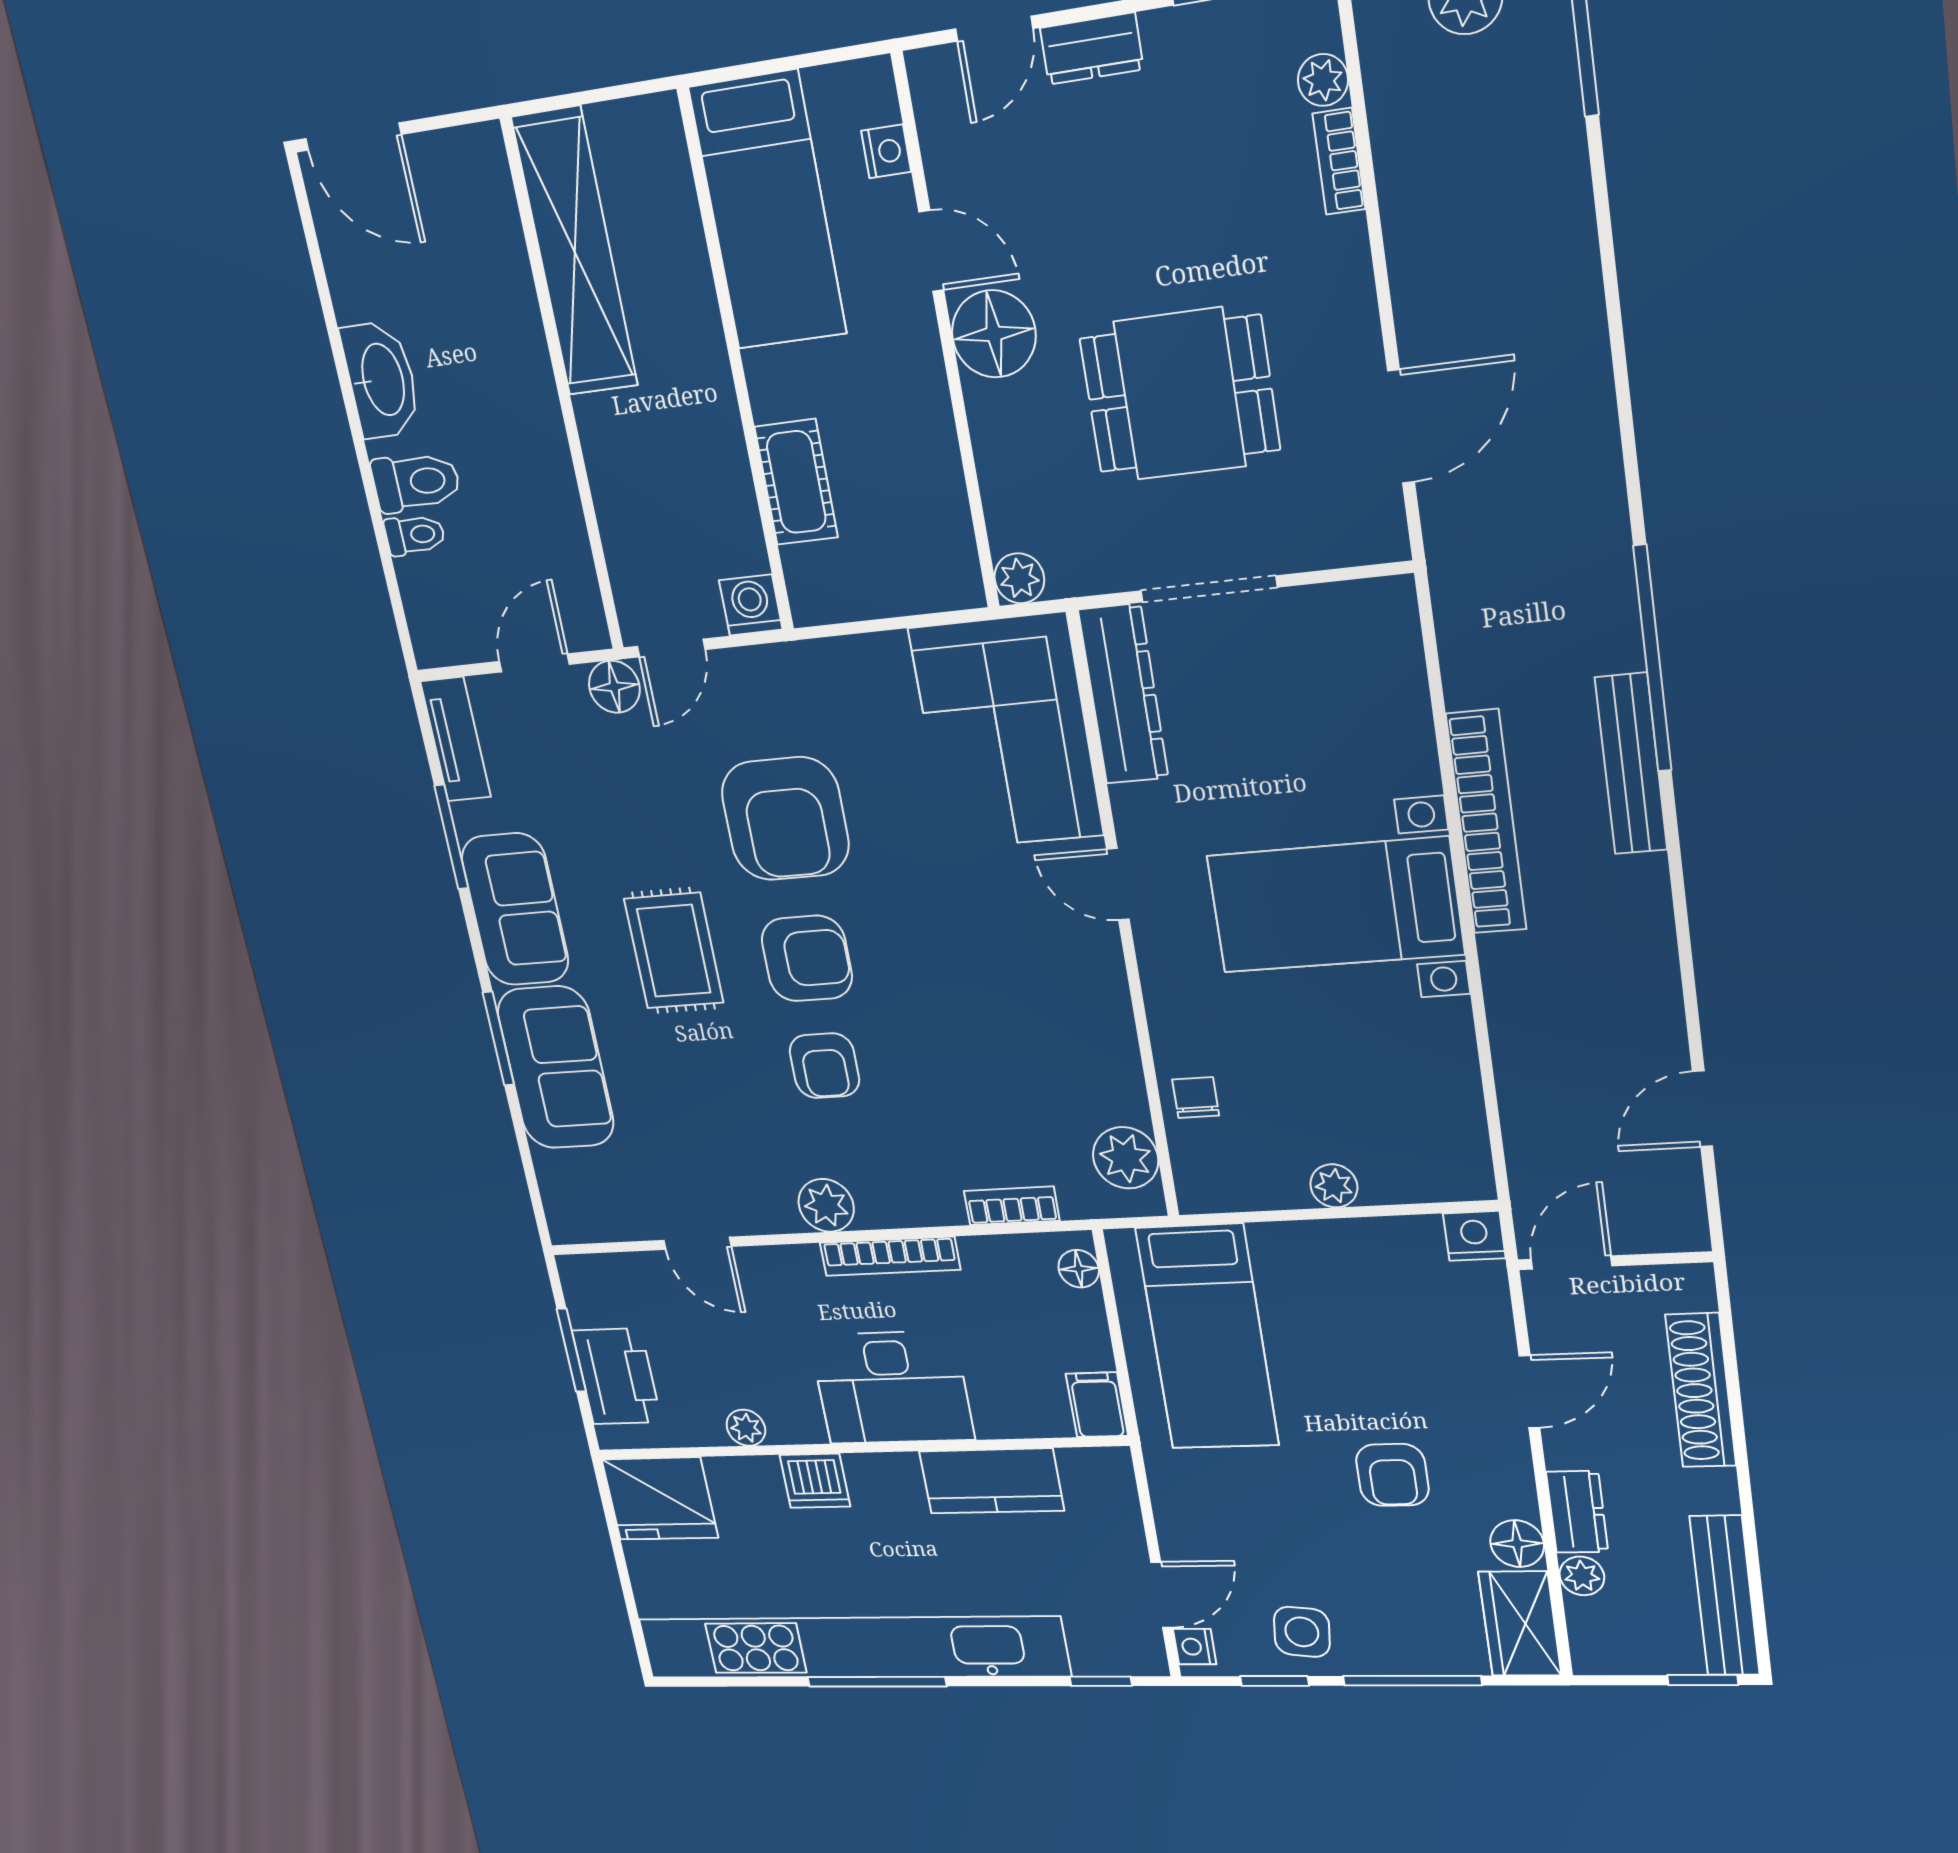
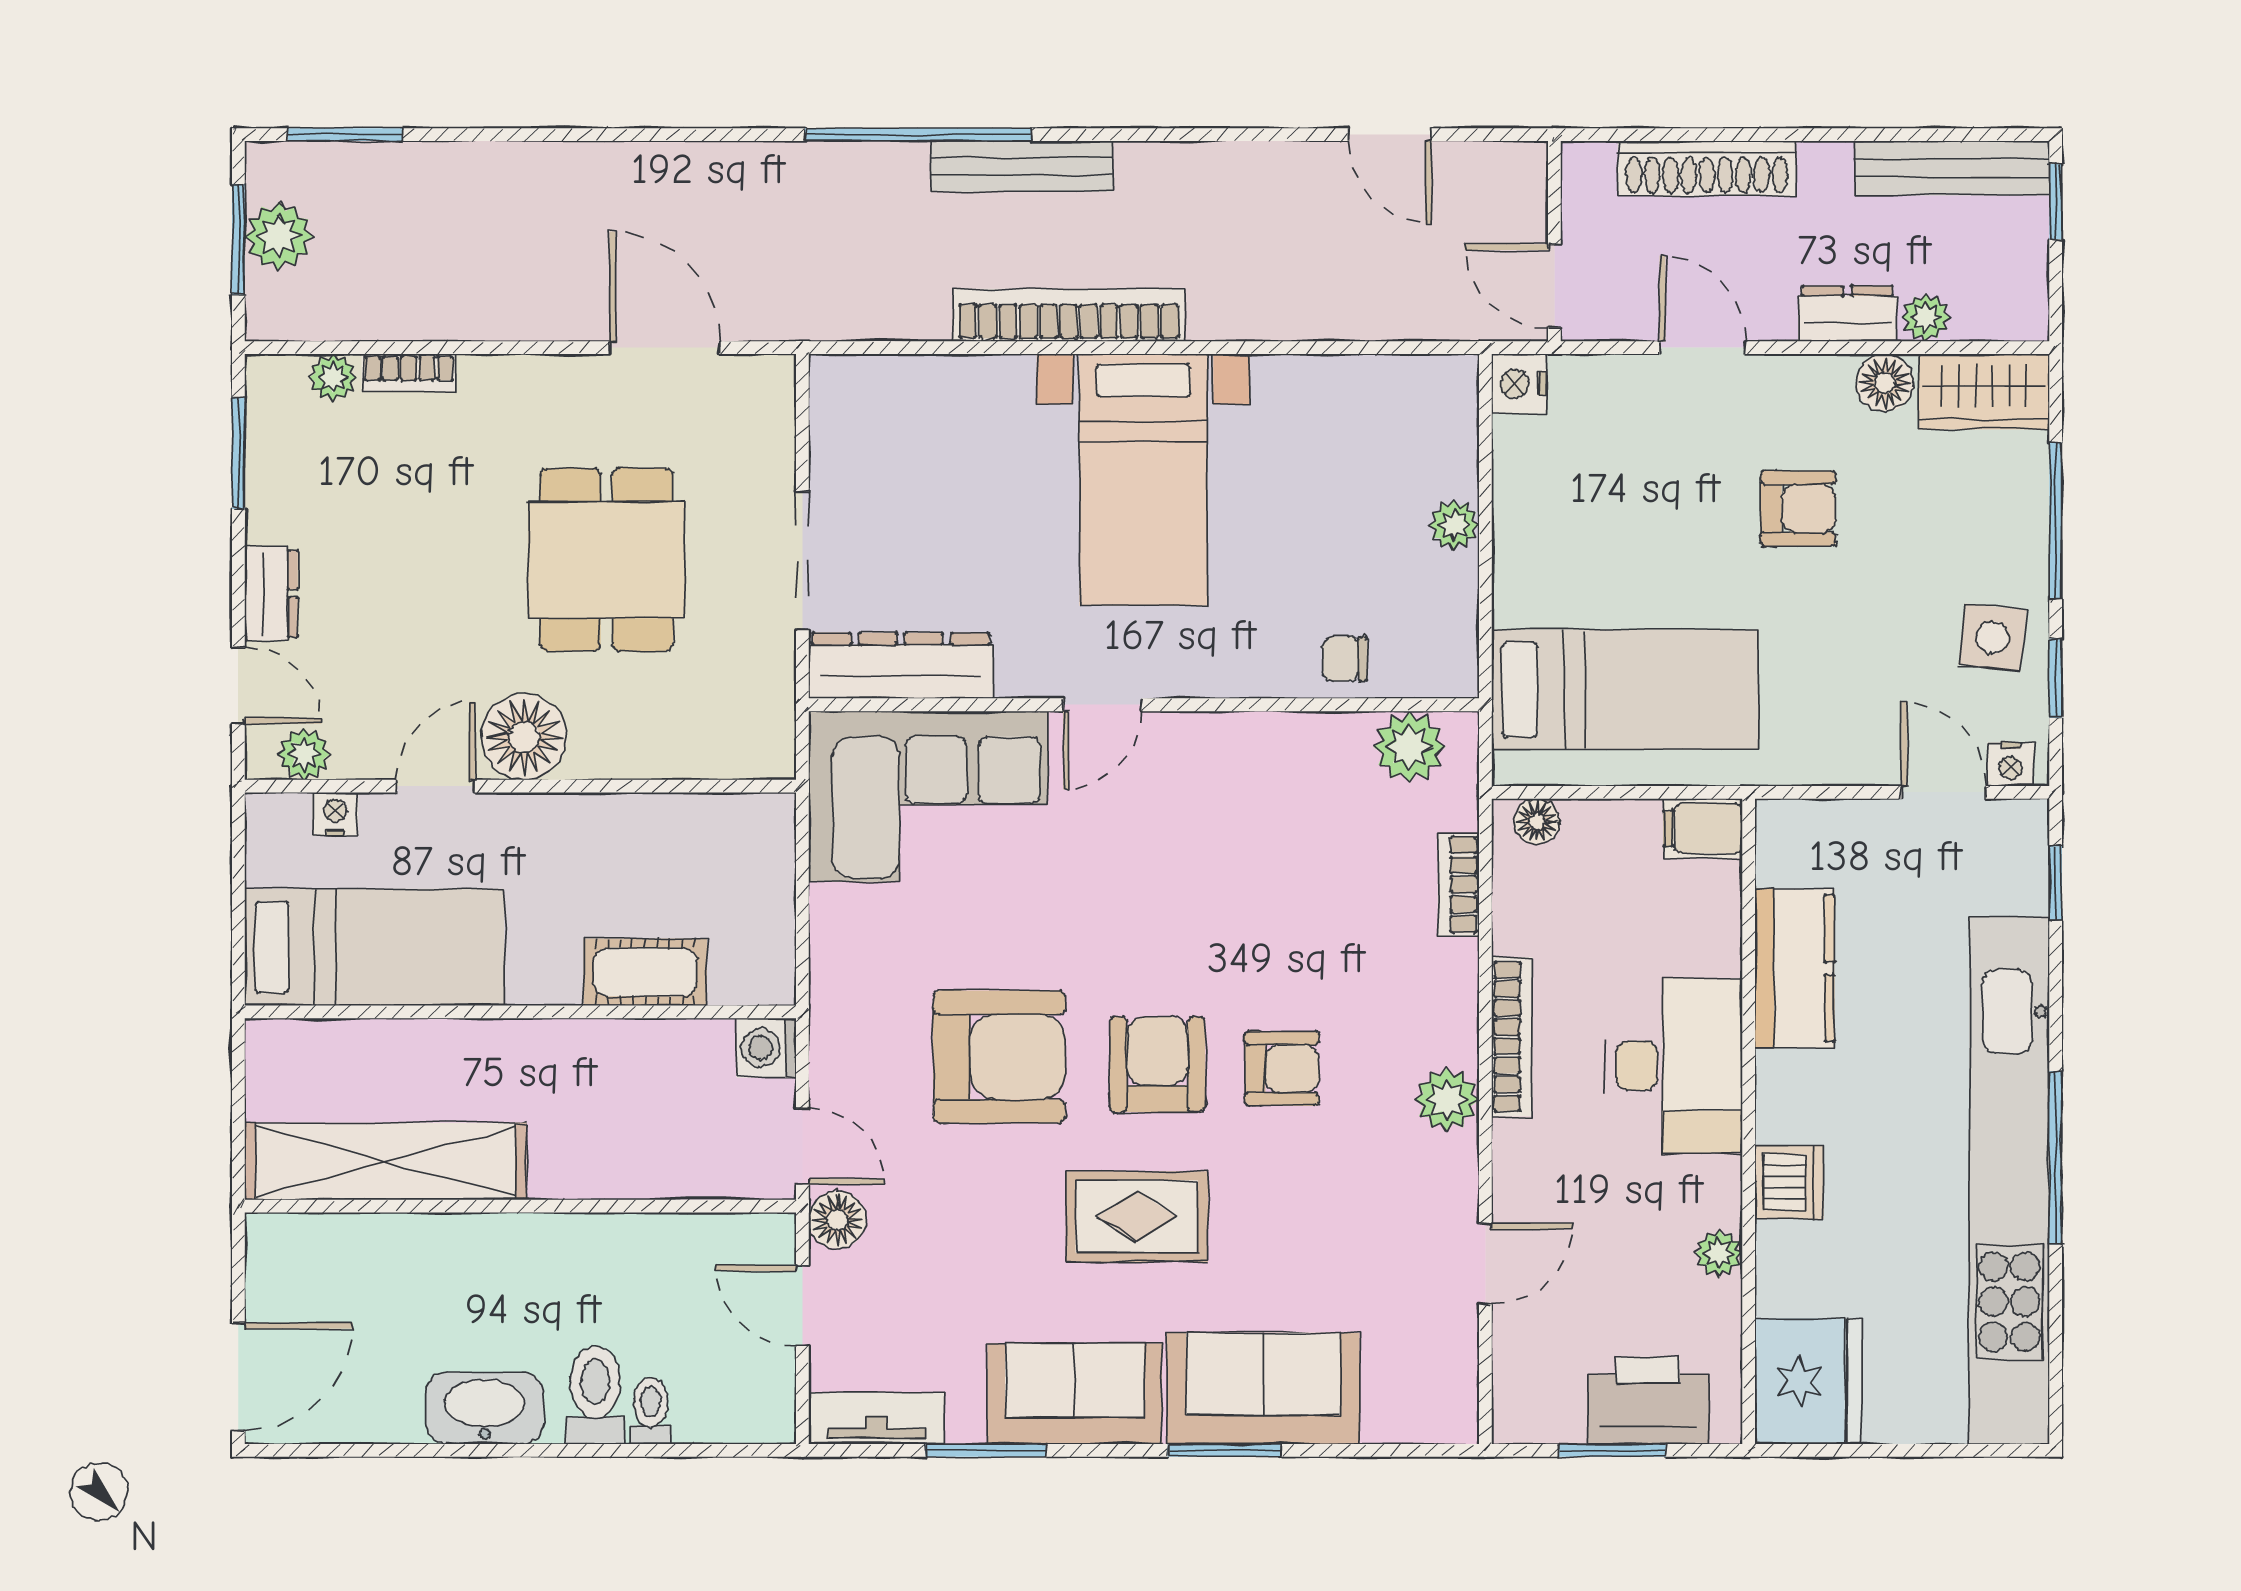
plant: (1019, 578) -> (304, 754), moved

